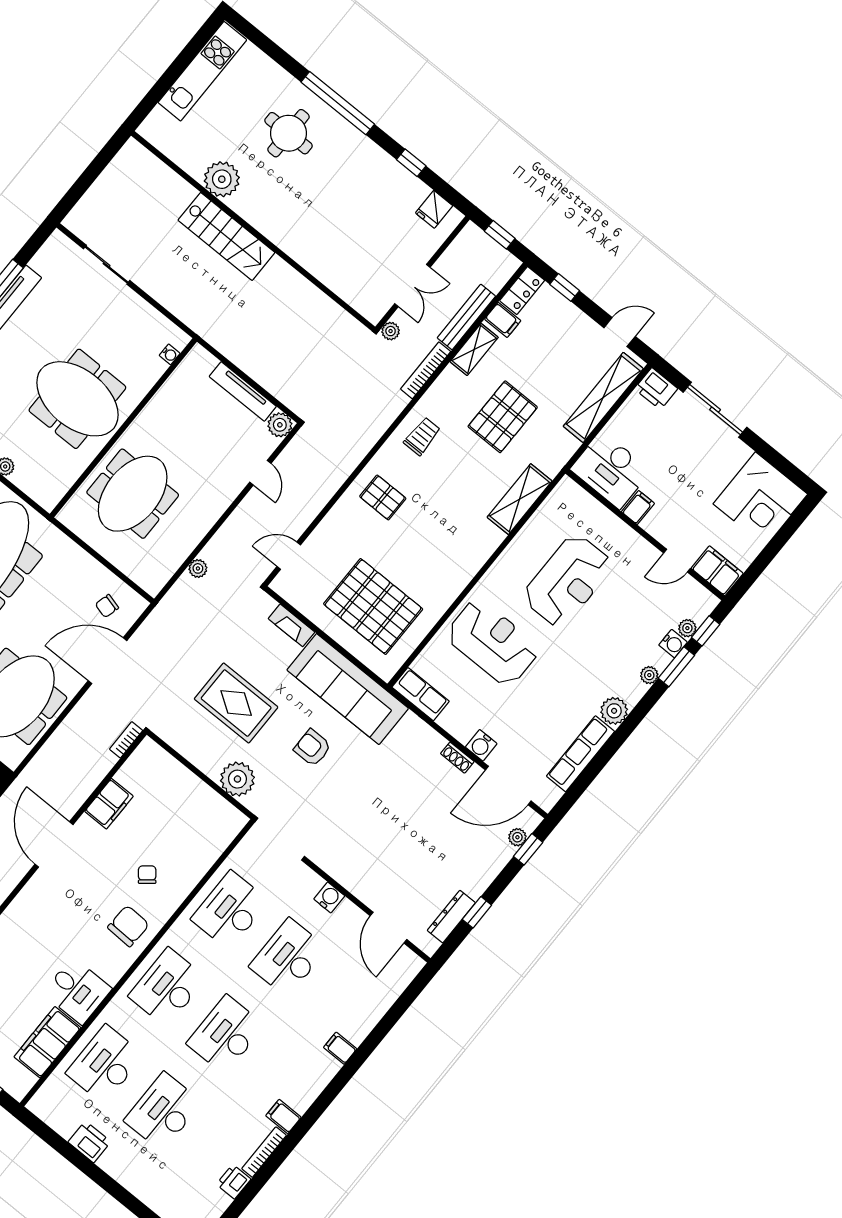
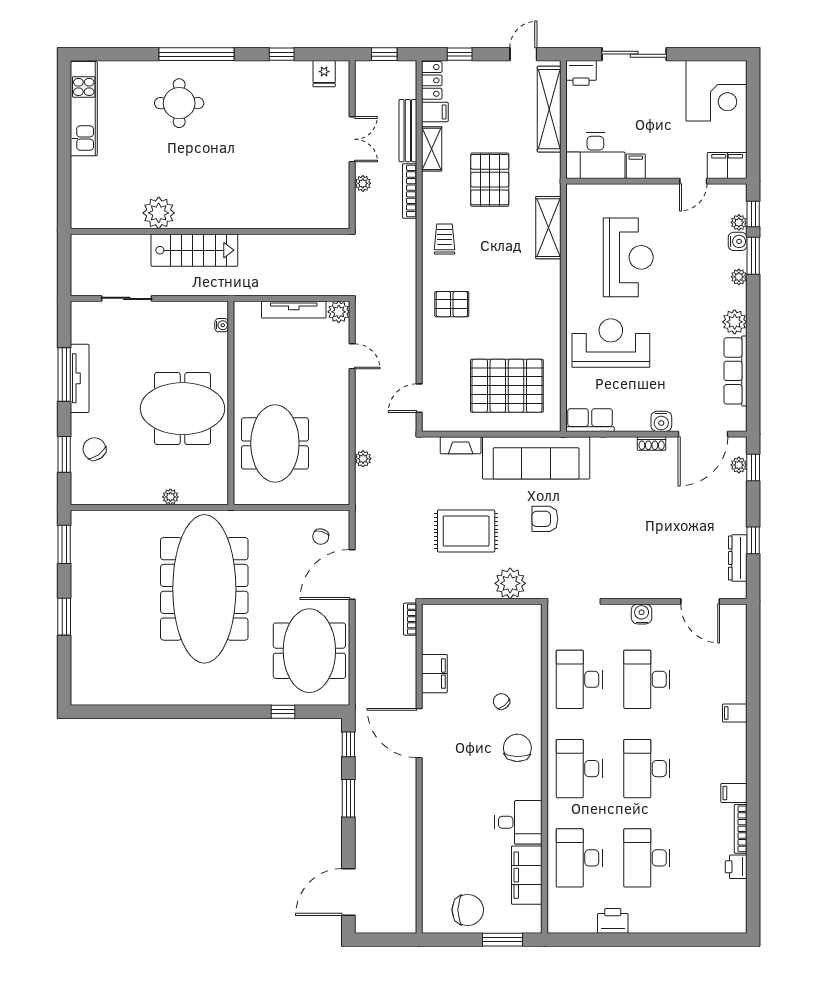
plant: (222, 179) -> (159, 213), moved
wall: (253, 231) -> (210, 231), moved
stairs: (226, 236) -> (194, 250), moved

